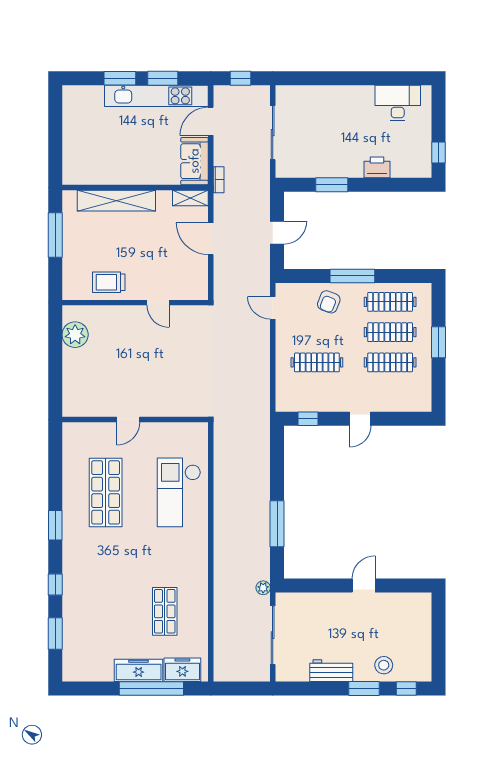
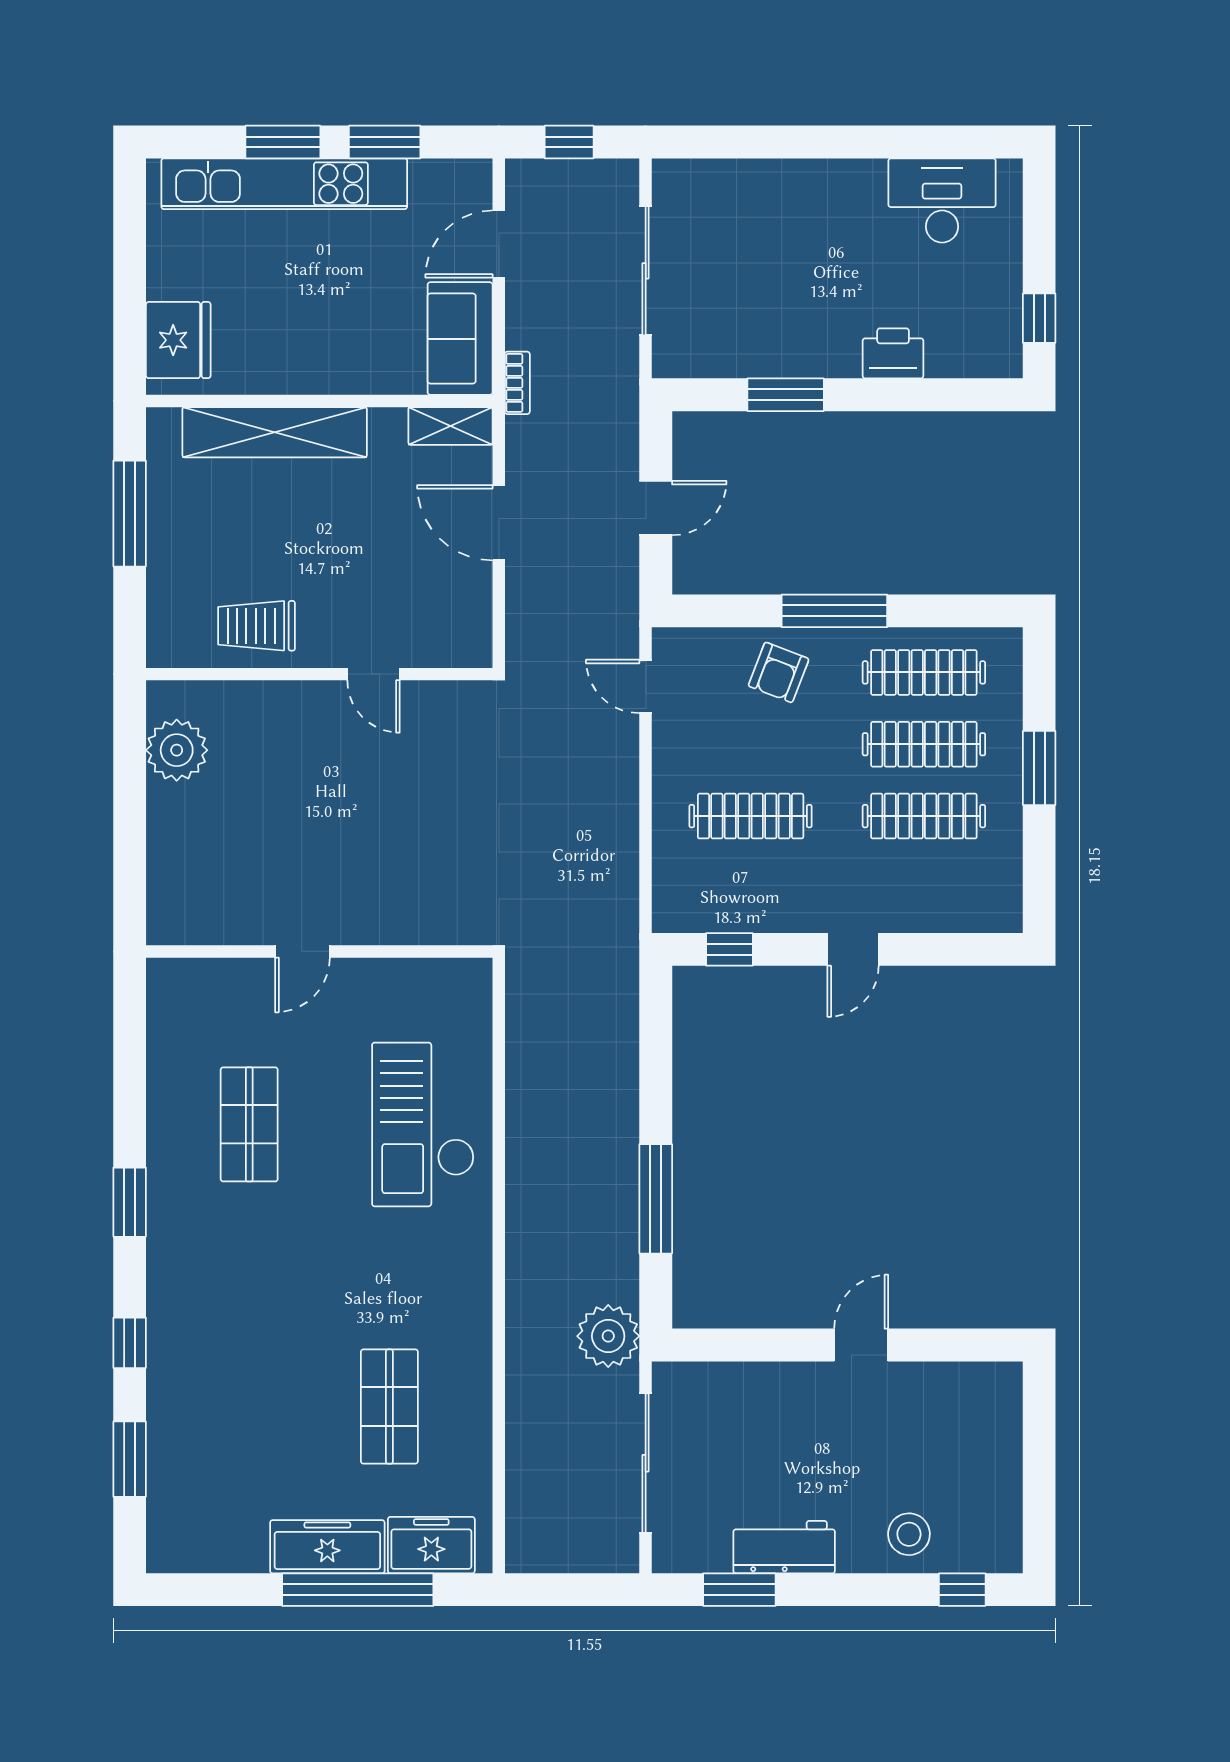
kitchen unit: (156, 96) -> (284, 184), moved
fridge: (76, 162) -> (178, 340), added
shop shelf: (106, 492) -> (249, 1124), width x0.70, depth x0.74
plant: (263, 588) -> (608, 1336), width x1.87, depth x1.87
window: (364, 689) -> (739, 1590), moved

